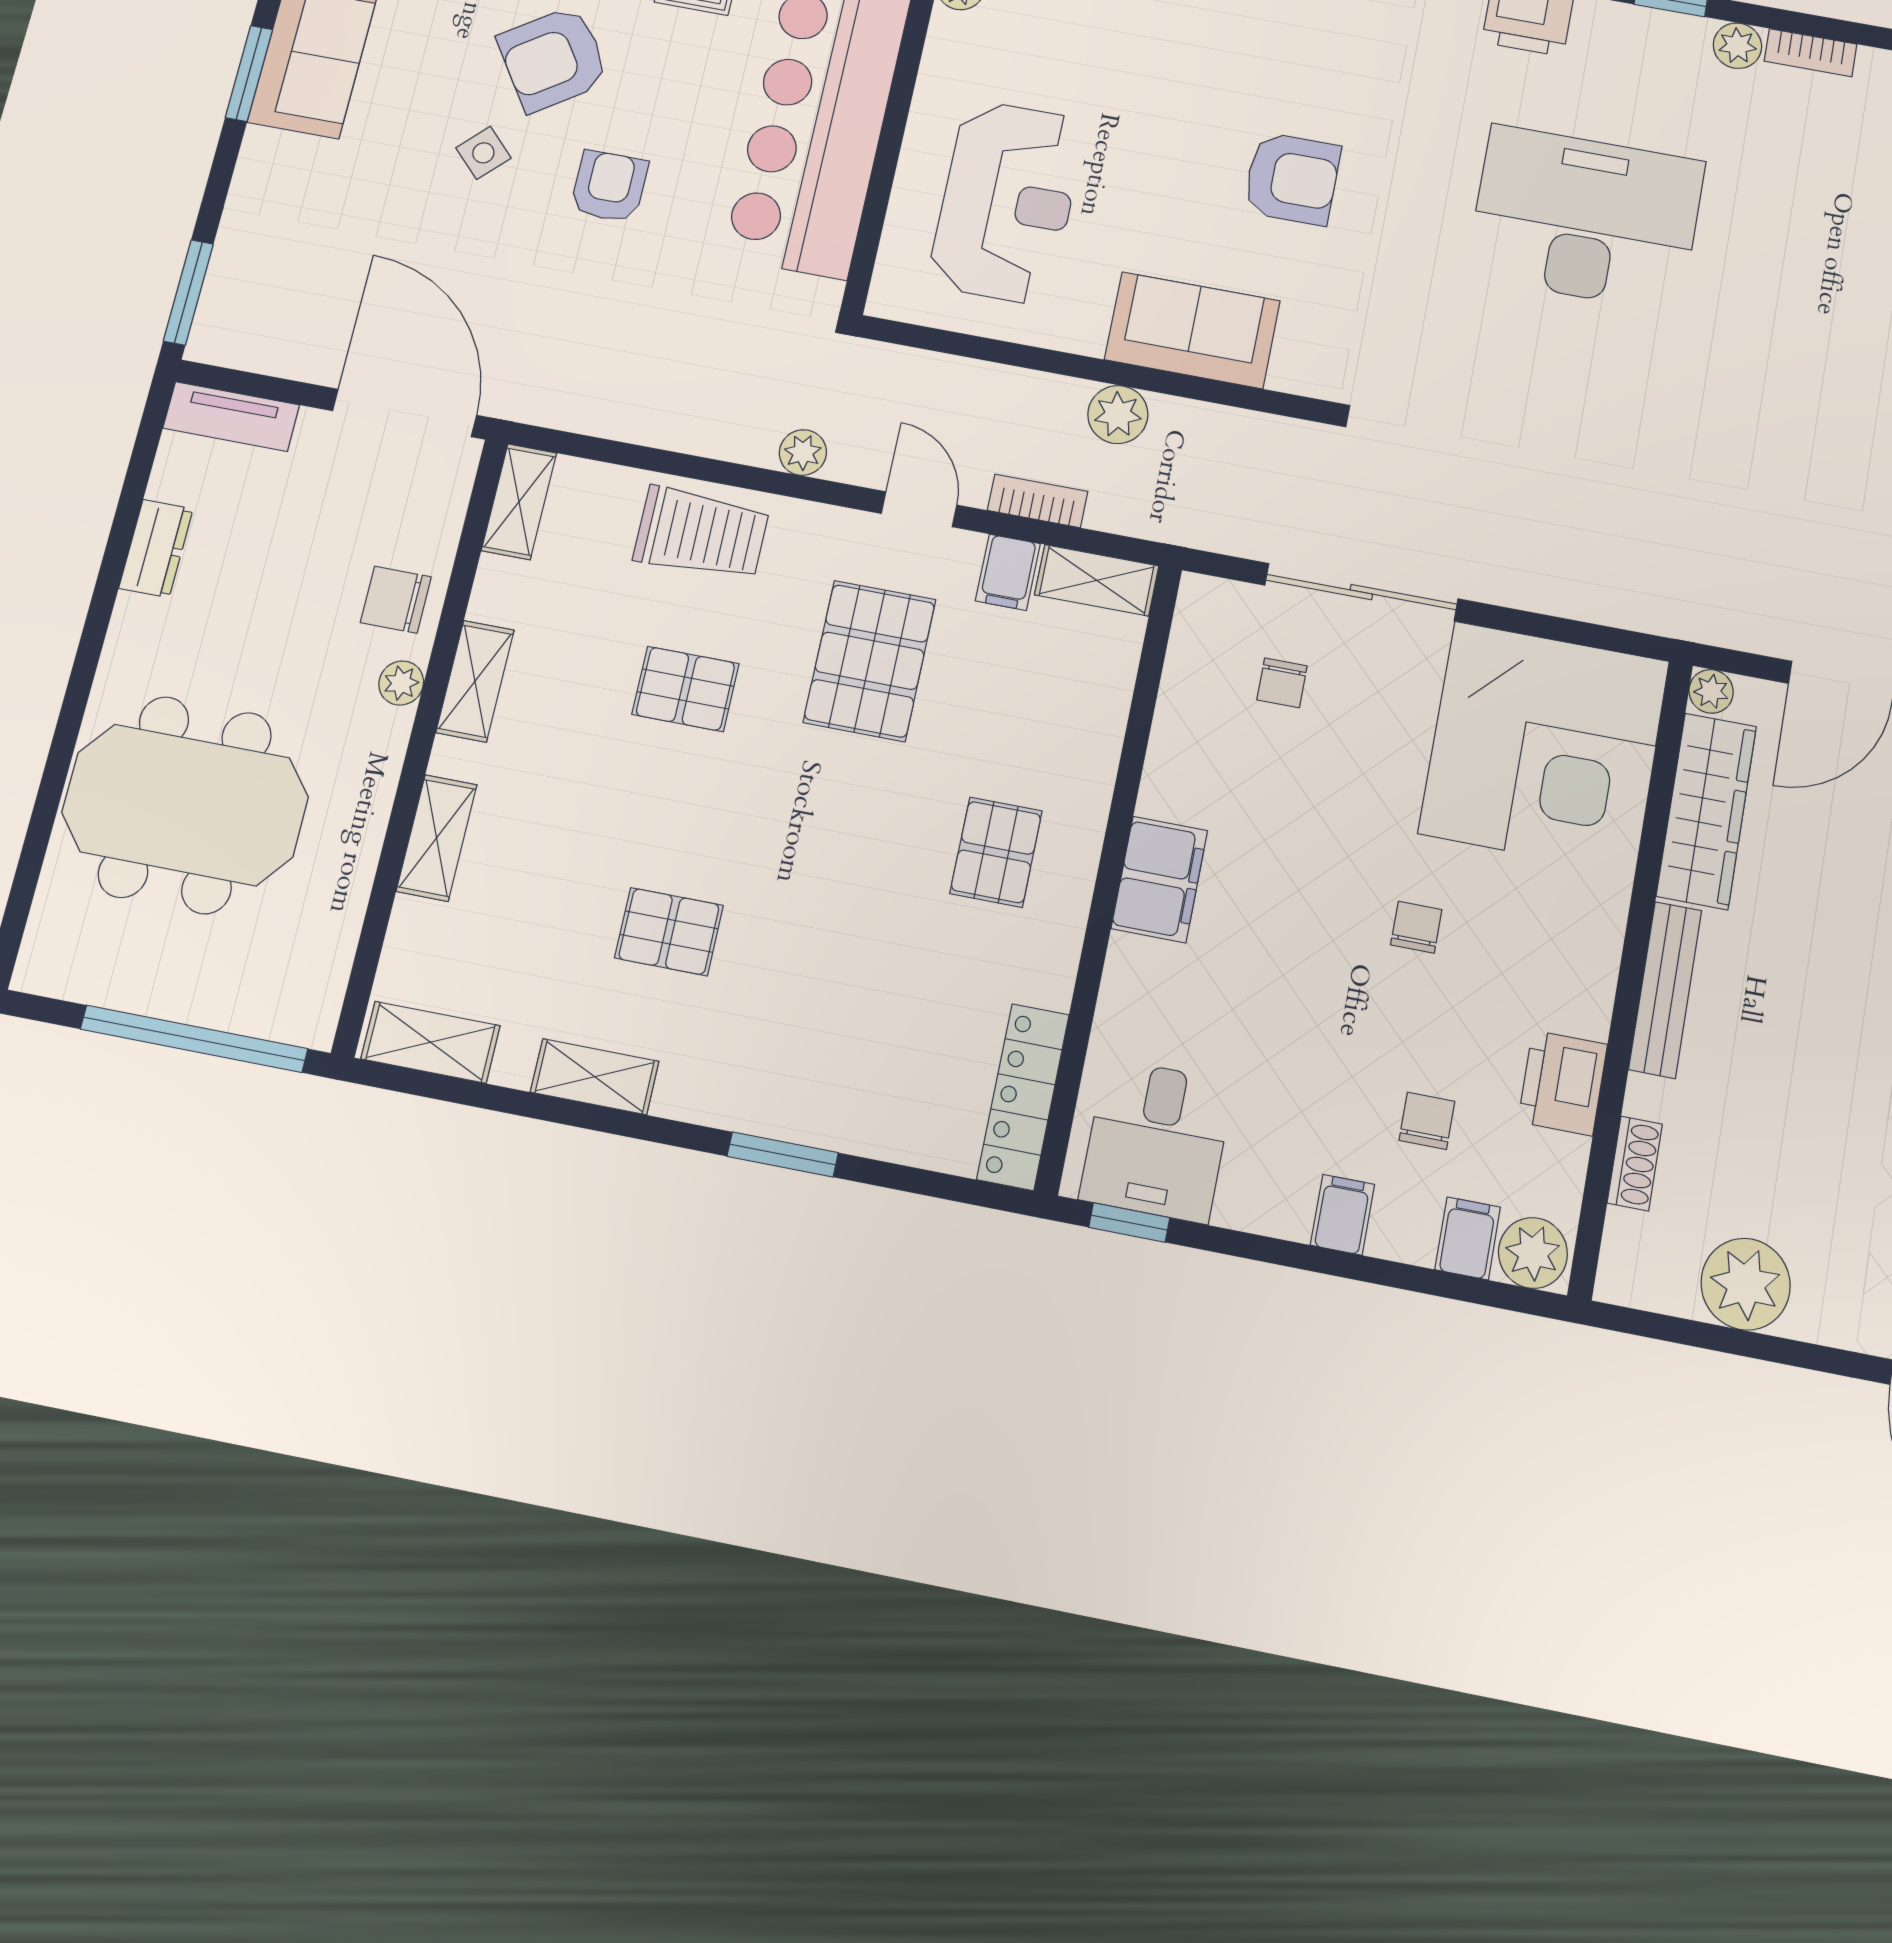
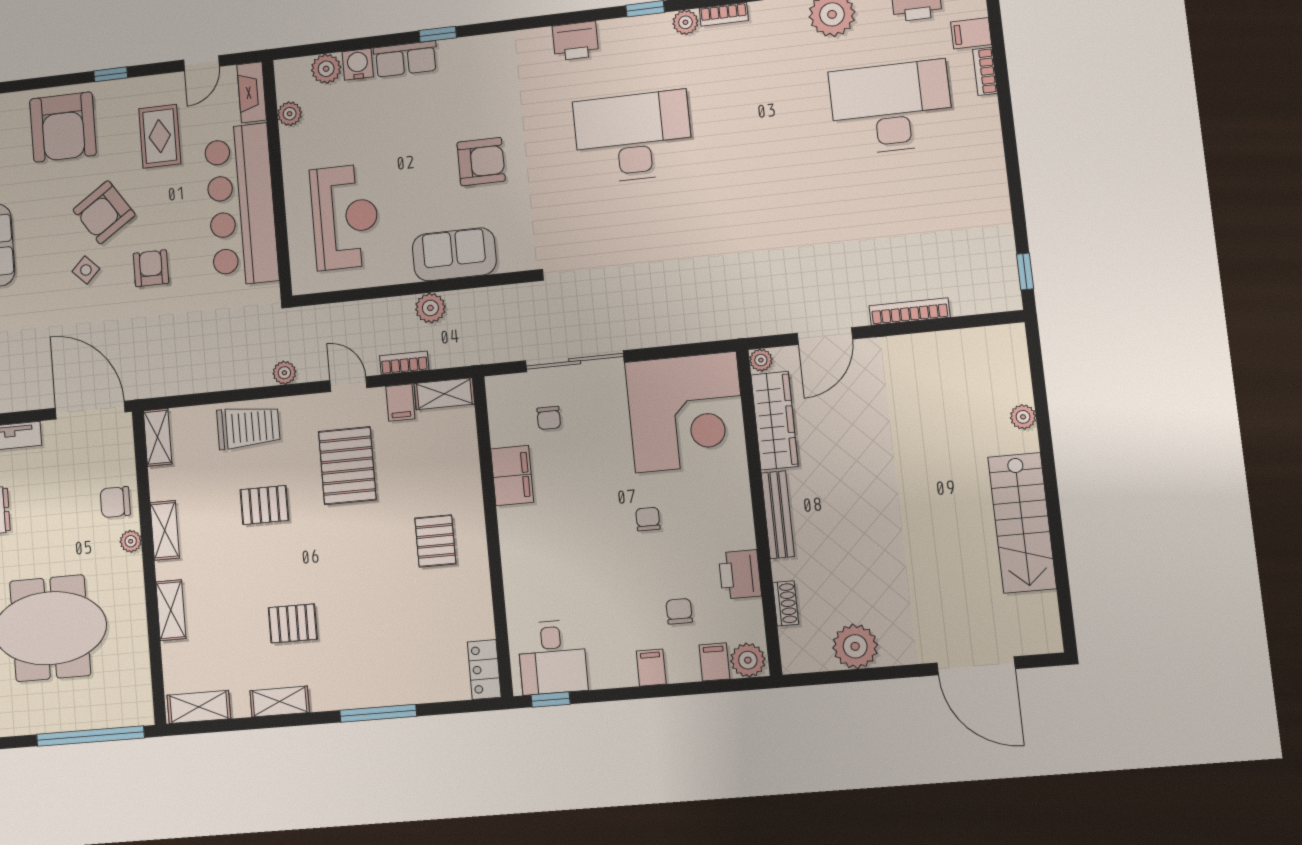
filing cabinet: (1159, 880) -> (512, 476), moved
locker: (1023, 1097) -> (484, 669), width x0.66
window: (783, 1154) -> (378, 713), width x1.44

